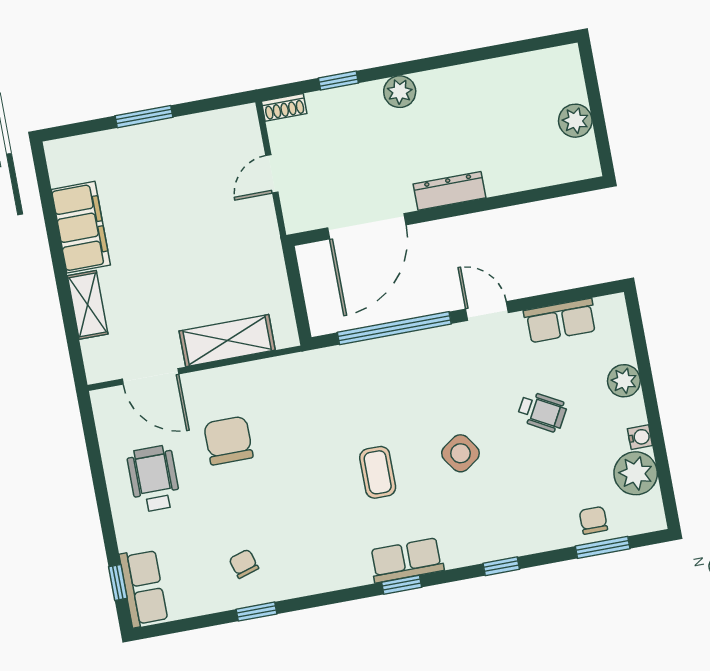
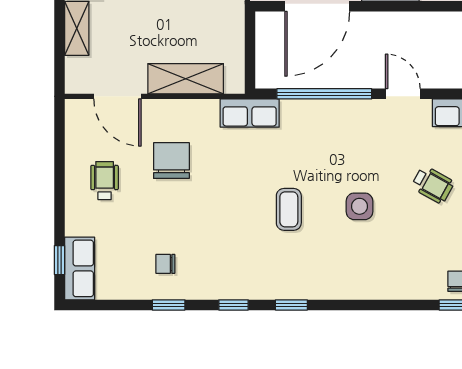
side table: (460, 453) -> (359, 206), turned 35
wheelchair: (154, 479) -> (105, 181), width x0.73, depth x0.73
row of seats: (407, 560) -> (250, 113), moved, turned 180
chair: (244, 564) -> (165, 264), turned -73
window: (501, 566) -> (234, 305), moved

